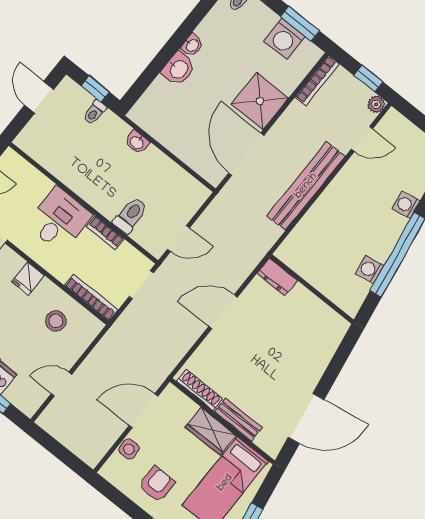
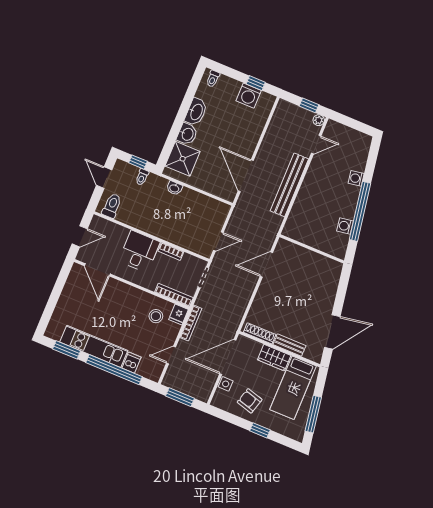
window: (300, 24) -> (256, 83), width x0.67
washbasin: (192, 45) -> (196, 112), width x1.91, depth x1.45
bookcase: (317, 81) -> (191, 323), moved
shower: (260, 101) -> (183, 159), moved
toilet: (130, 215) -> (112, 206), moved
dresser: (277, 277) -> (288, 248), removed
fridge: (28, 279) -> (178, 315), moved
door: (223, 312) -> (266, 264), moved
door: (143, 411) -> (228, 357), width x1.36
window: (57, 449) -> (180, 397), added
armchair: (157, 484) -> (250, 401), turned -74

